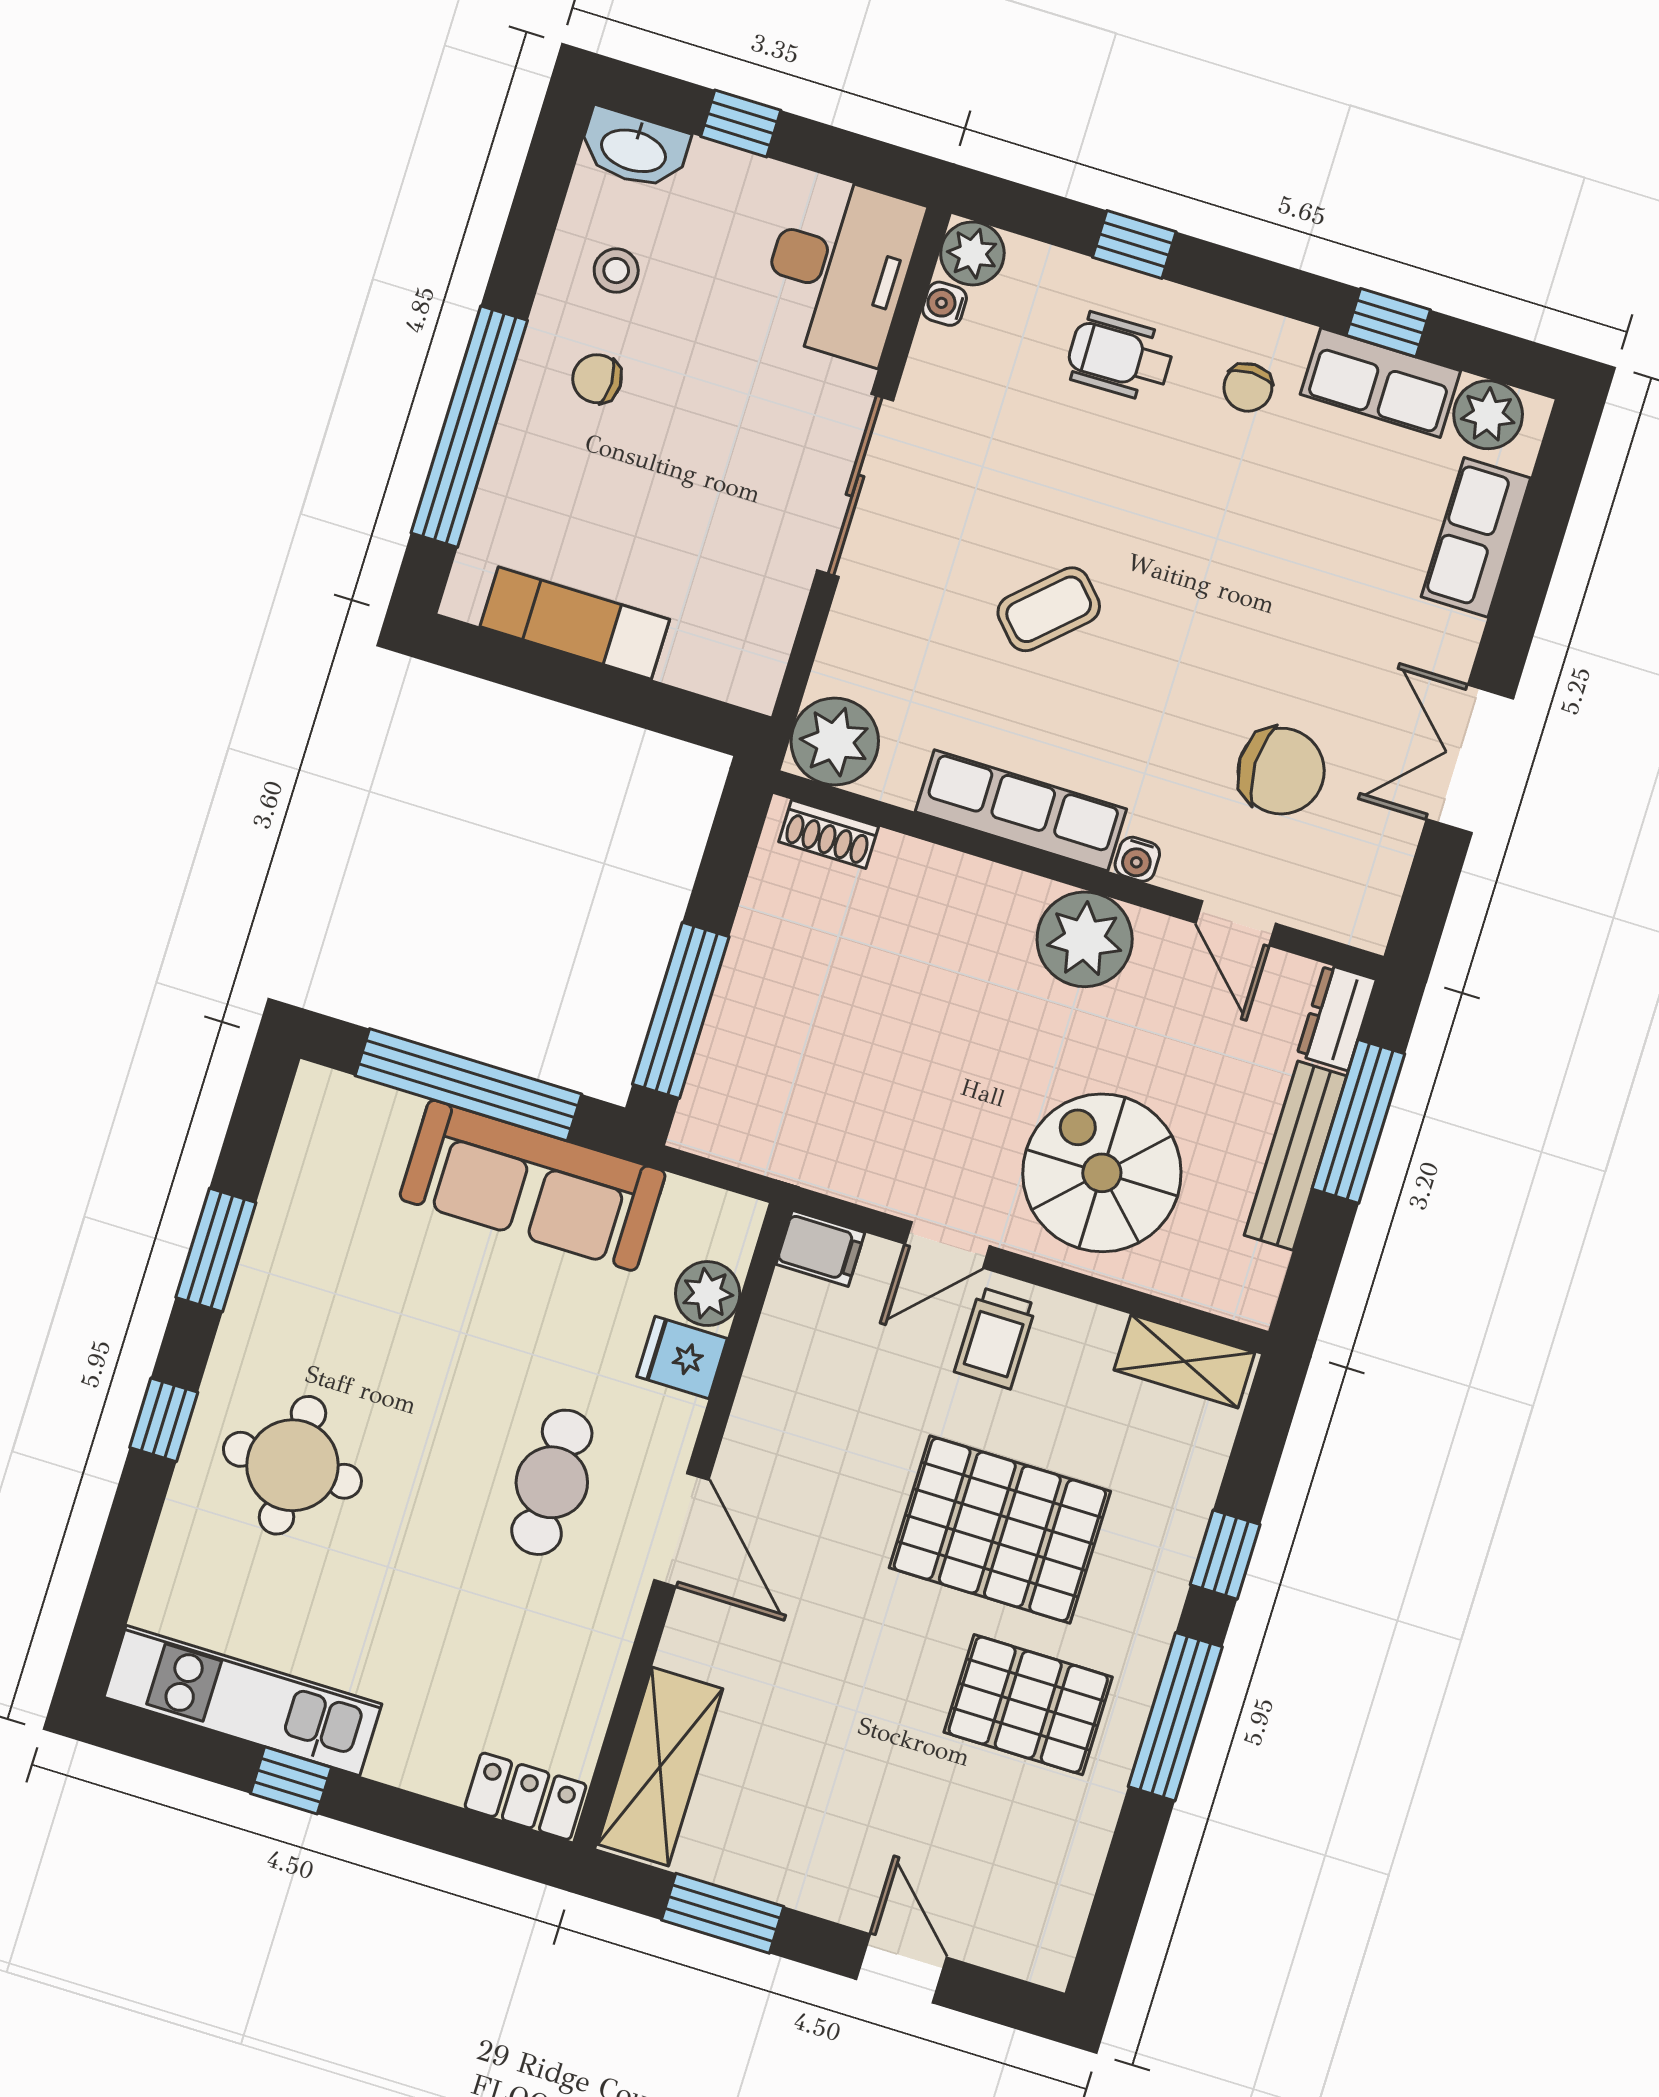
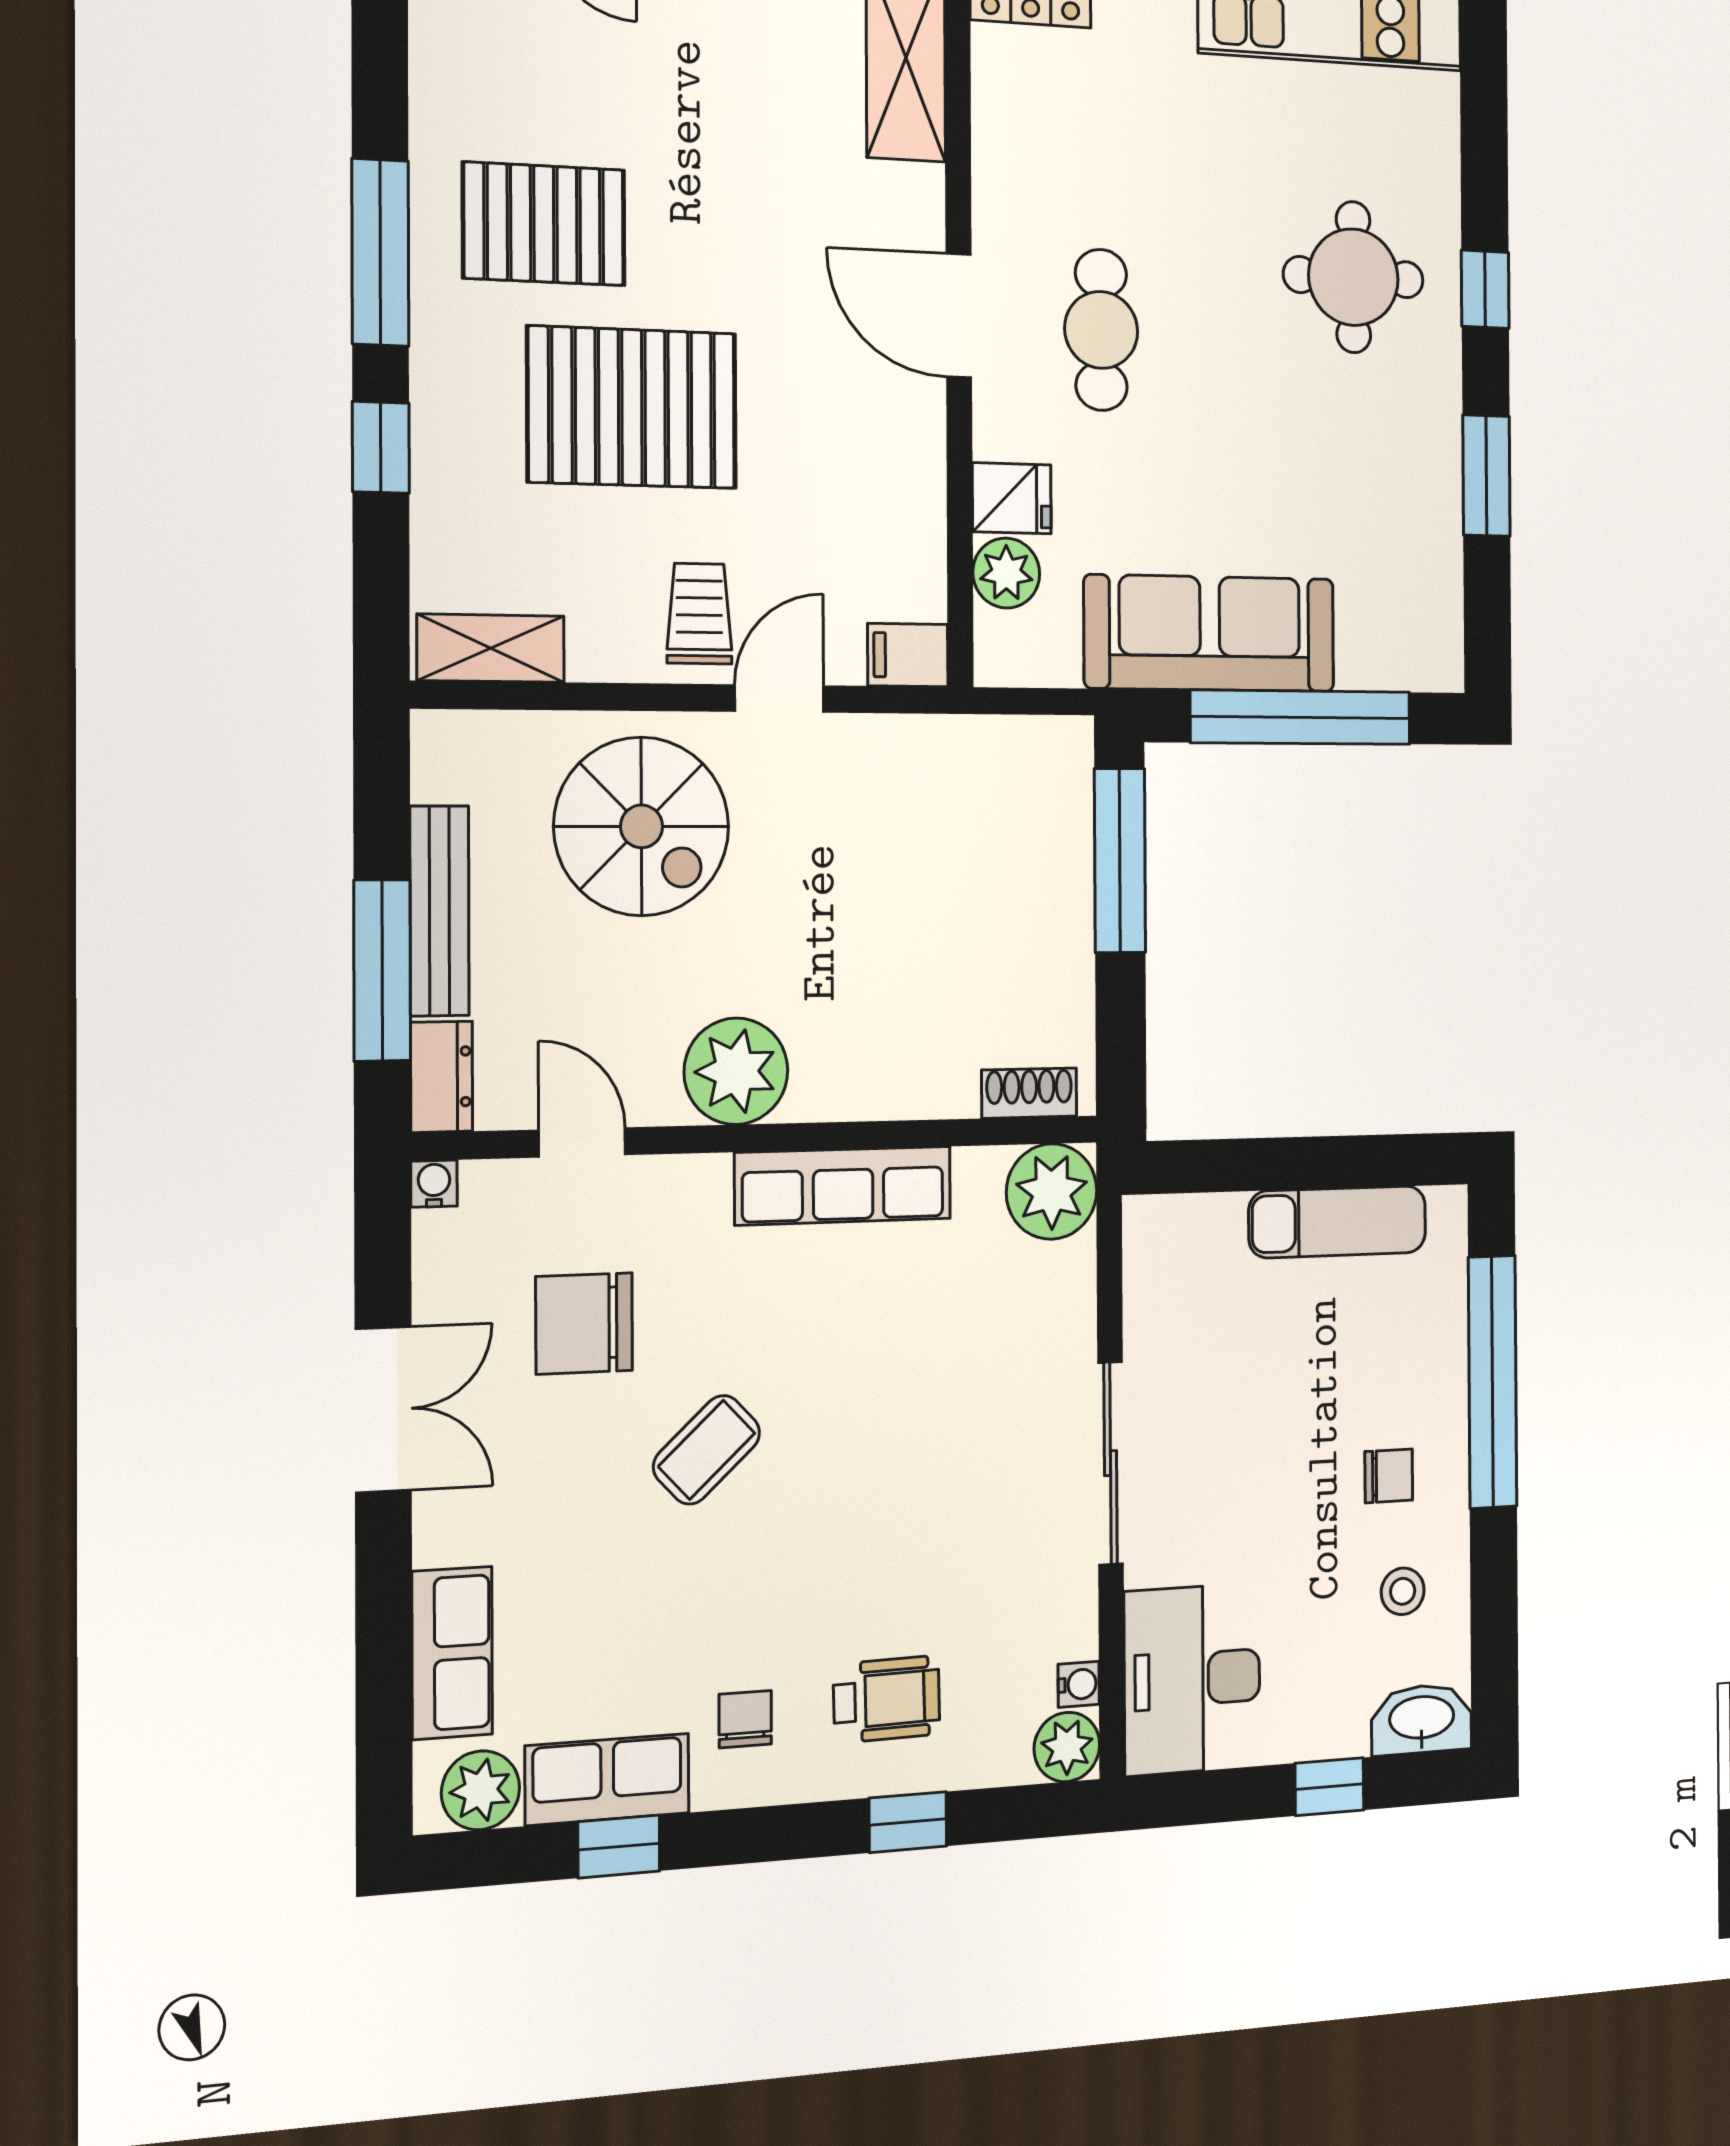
coffee table: (1049, 609) -> (707, 1450), moved
water cooler: (1137, 859) -> (434, 1184), moved

